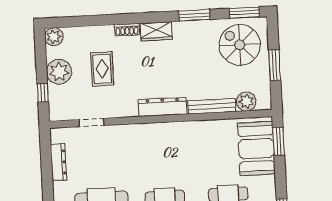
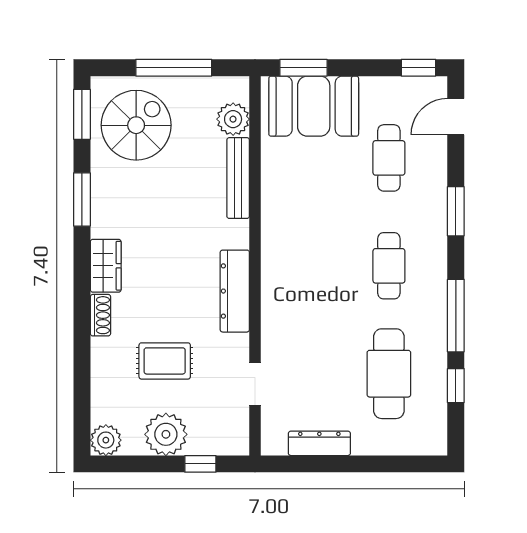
spiral stairs: (240, 45) -> (136, 125), turned 180
window: (275, 65) -> (174, 68), width x1.44
dresser: (163, 107) -> (235, 291), moved

